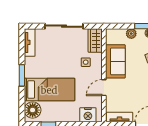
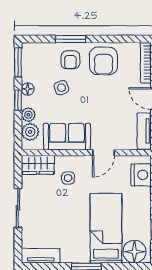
sliding door: (64, 26) -> (18, 208), width x0.73
plant: (119, 35) -> (30, 132), added
door: (104, 88) -> (103, 153), hinge flipped

